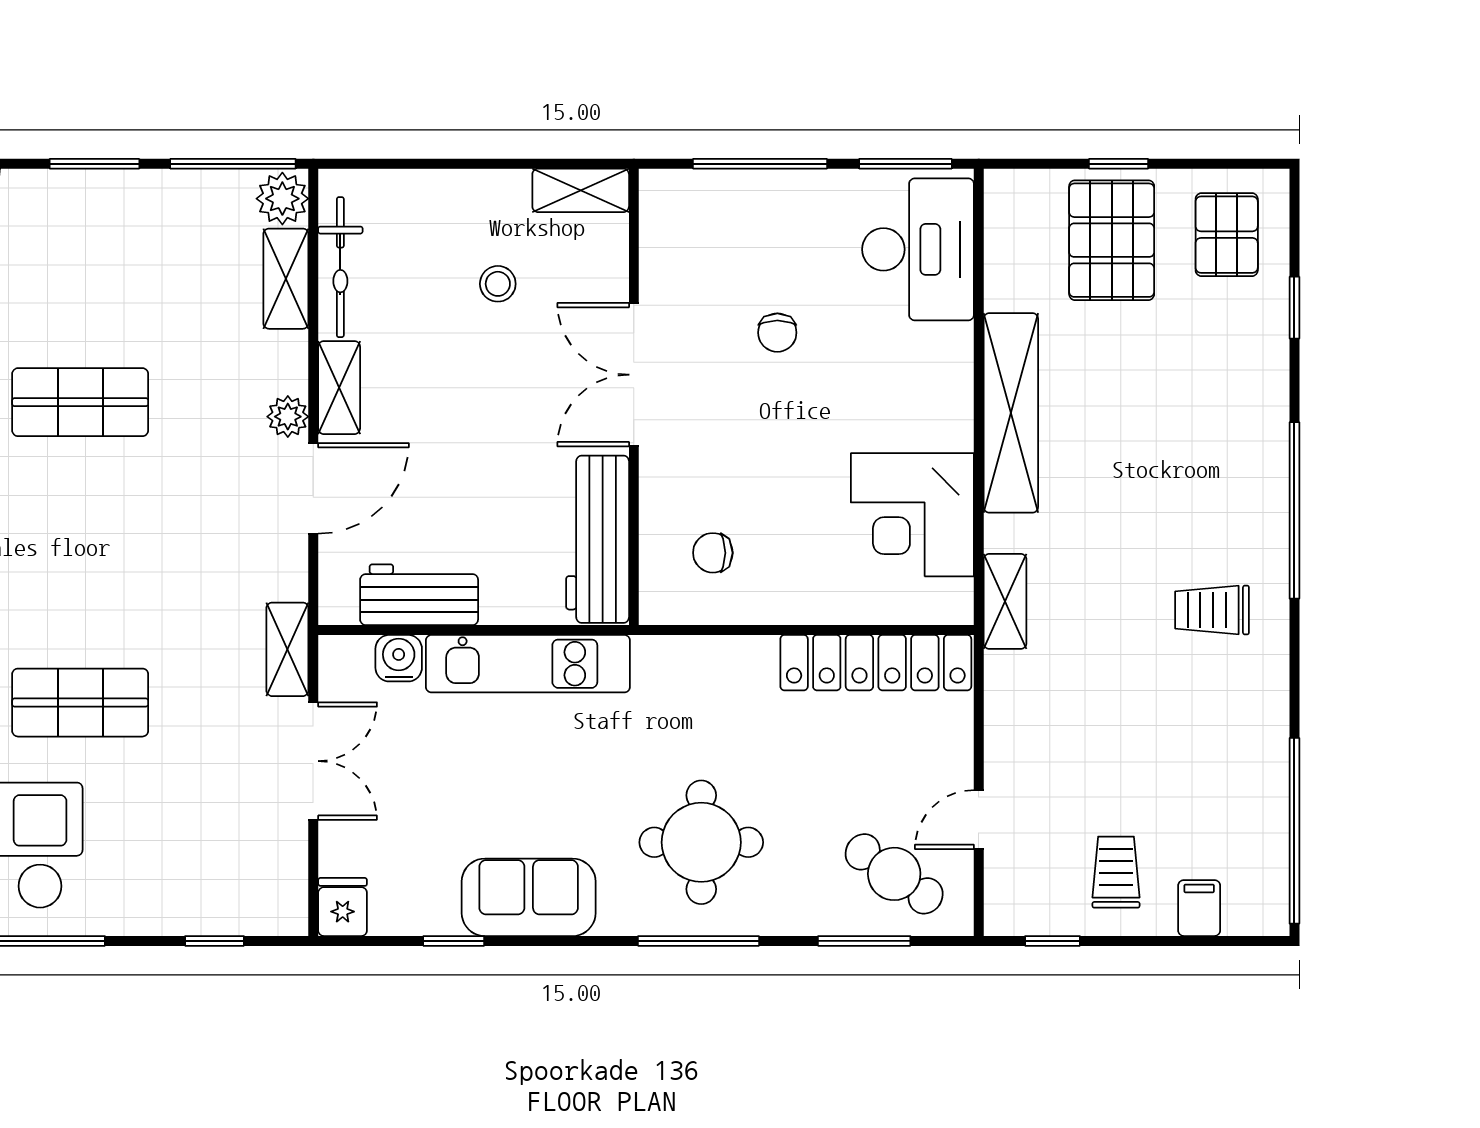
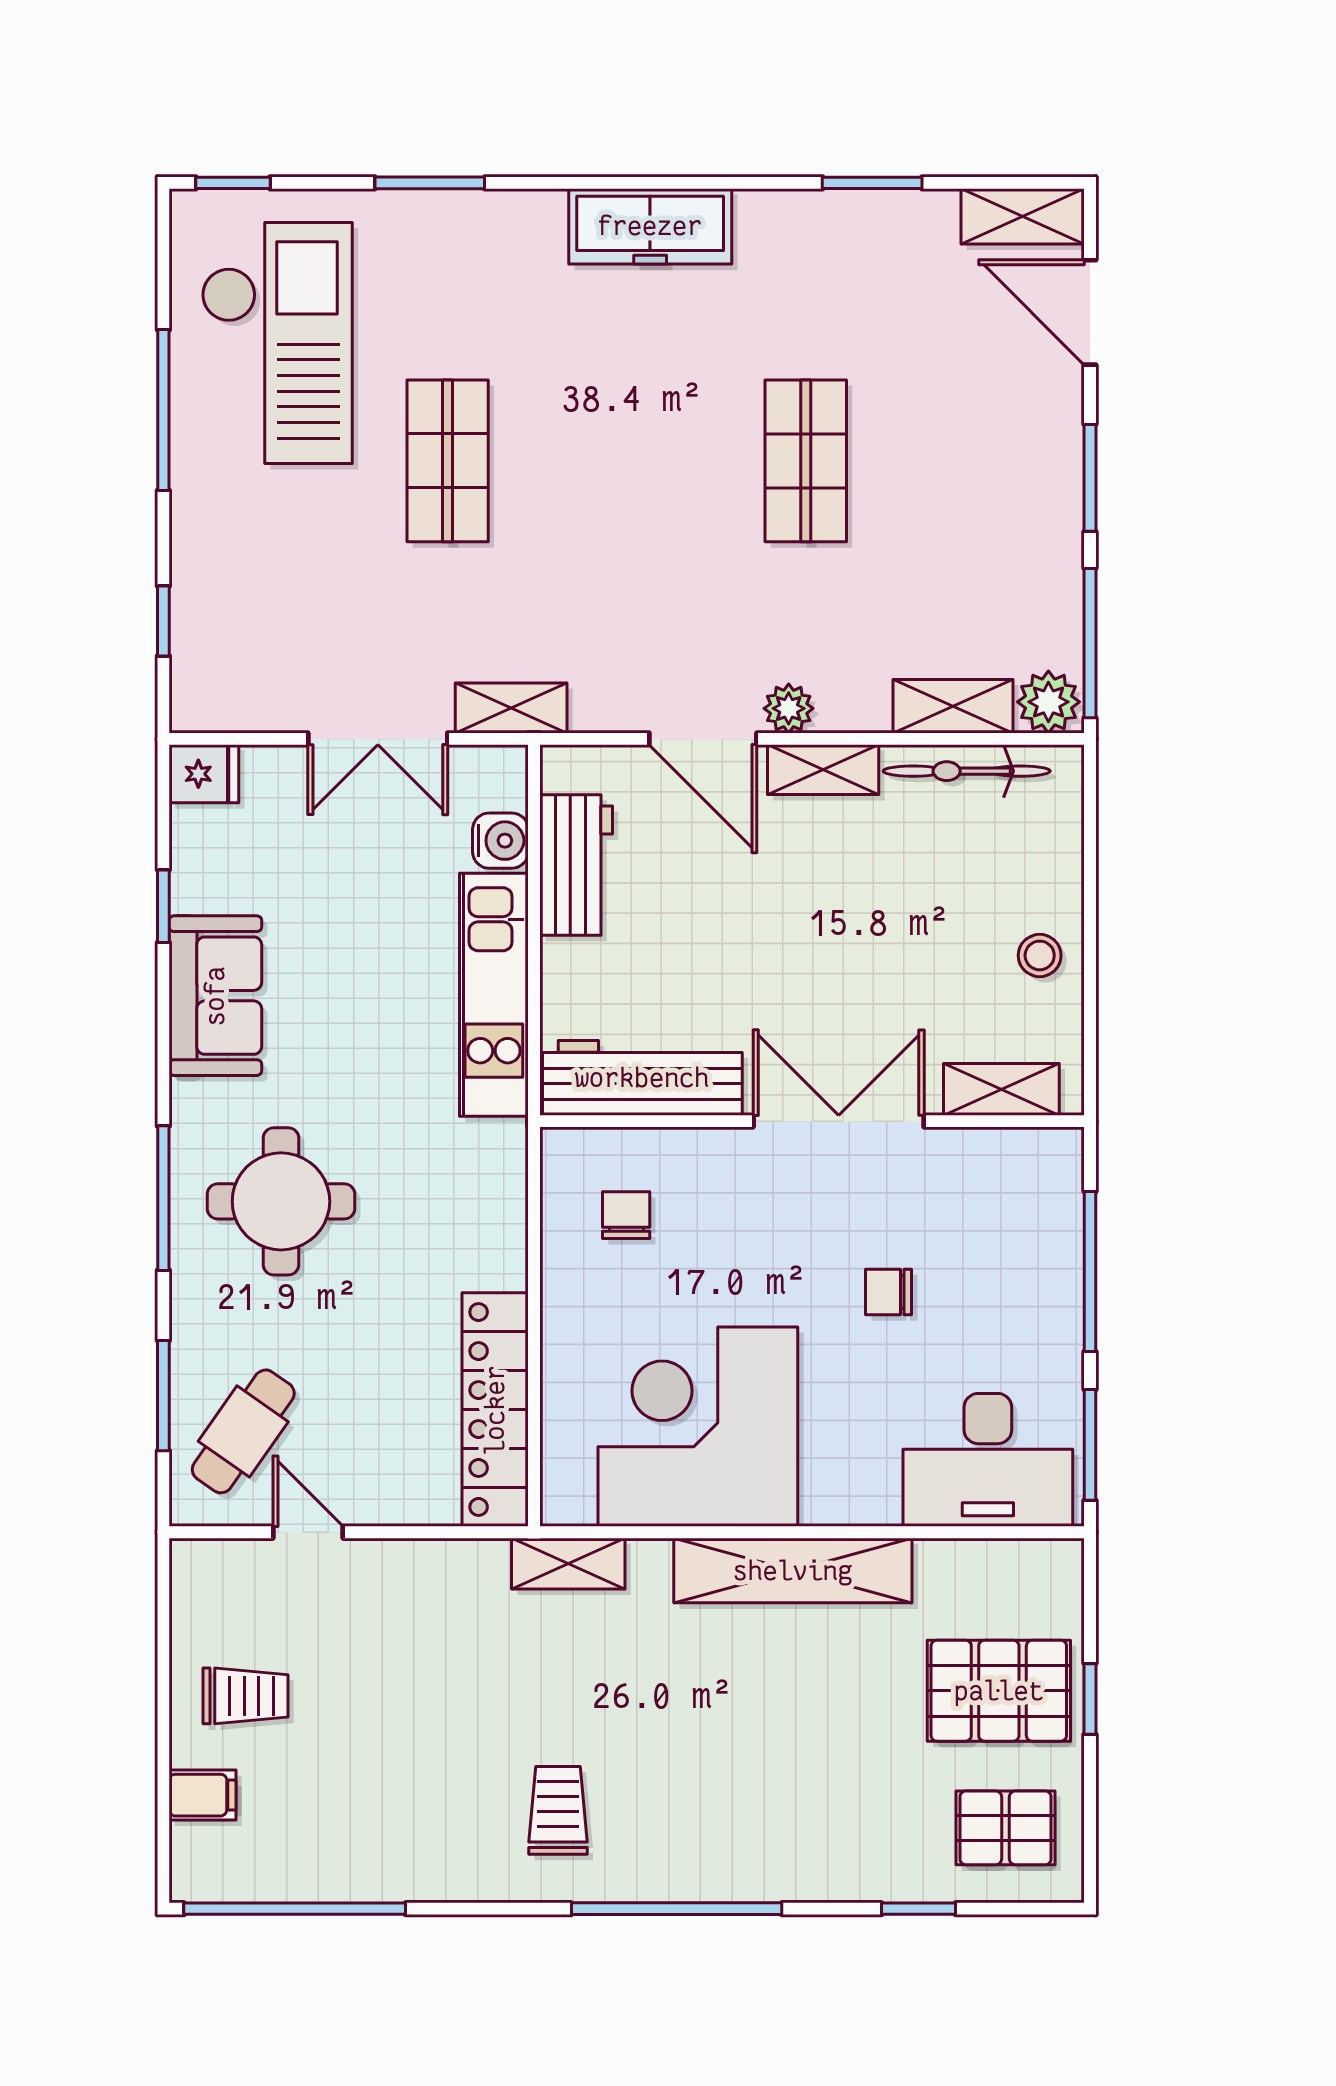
shelving: (581, 190) -> (1001, 1089), moved, turned 90
stool: (498, 284) -> (1040, 955), moved
corner desk: (912, 515) -> (698, 1427), width x1.36, depth x1.36
window: (1052, 941) -> (163, 1620), removed

